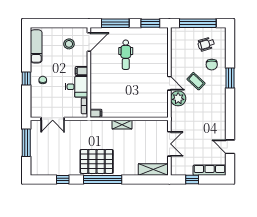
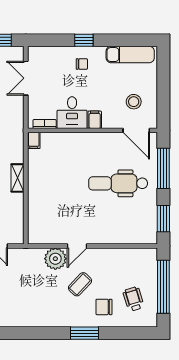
dental chair: (126, 55) -> (118, 183), width x1.36, depth x1.38

